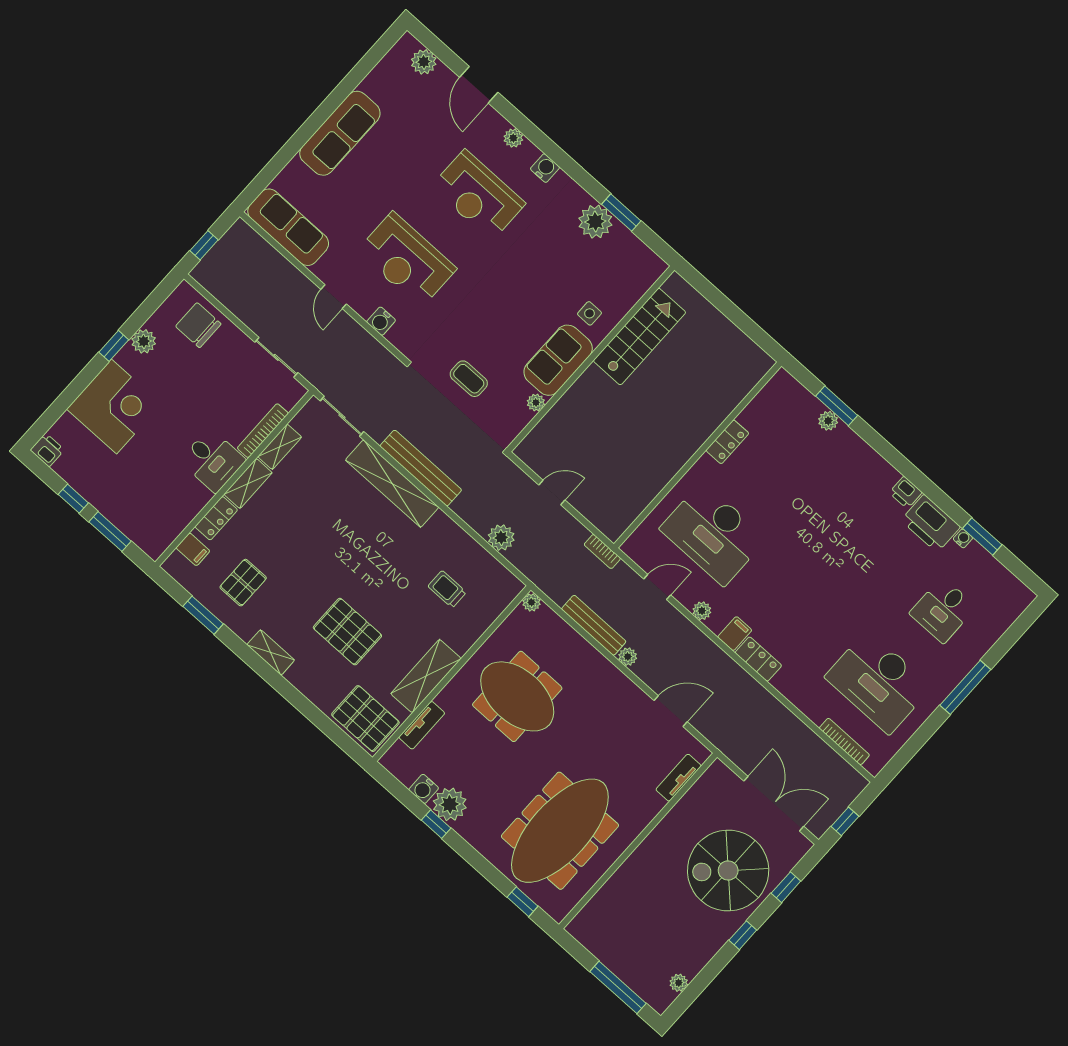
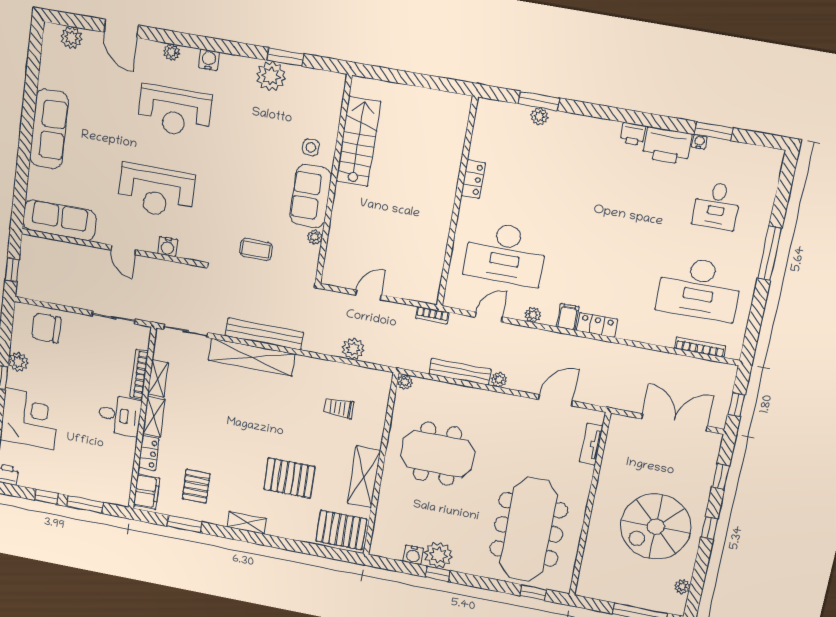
filing cabinet: (193, 549) -> (147, 492), width x2.00
tv unit: (422, 725) -> (383, 512), removed
spiral stairs: (728, 871) -> (656, 527), moved

